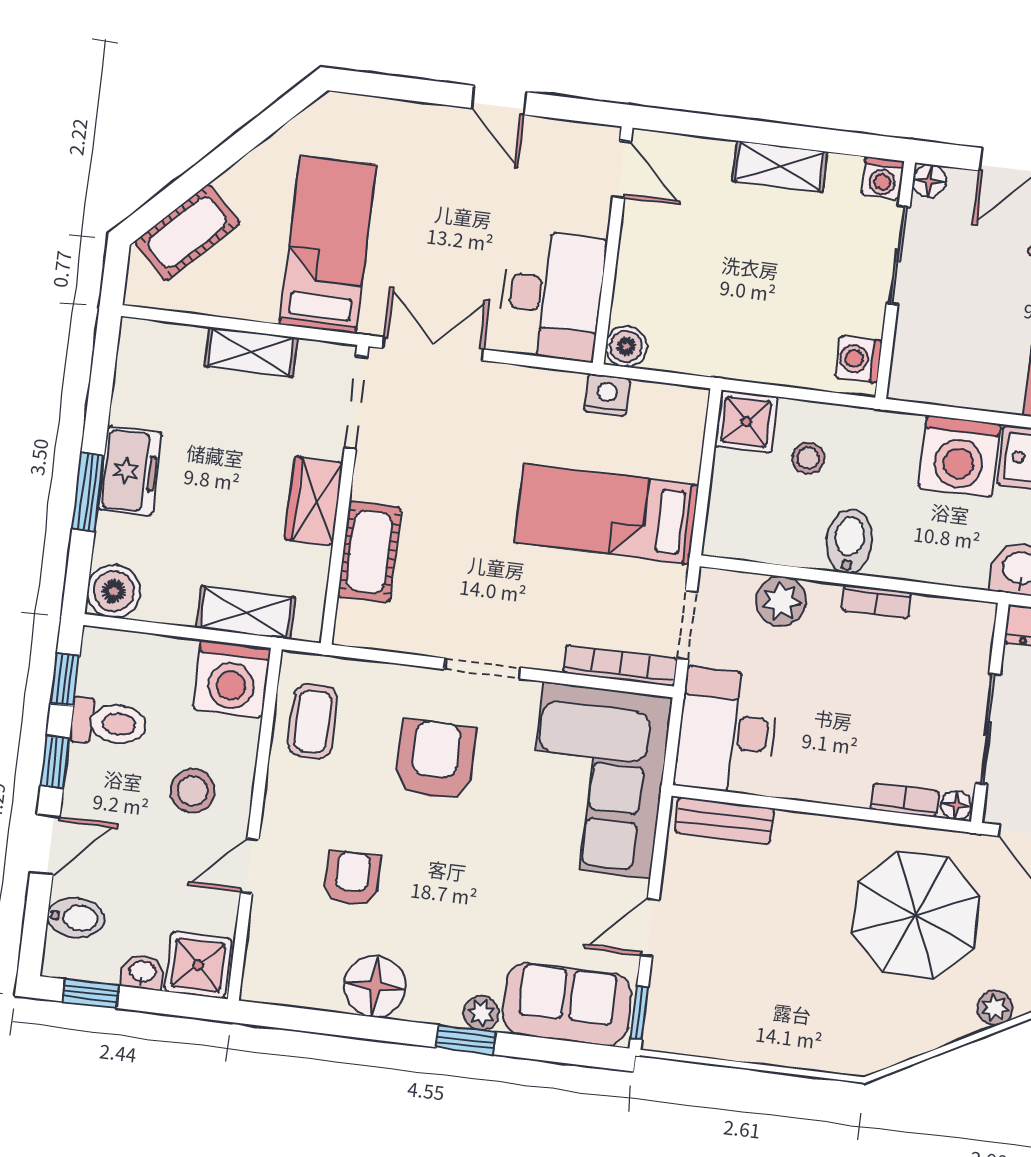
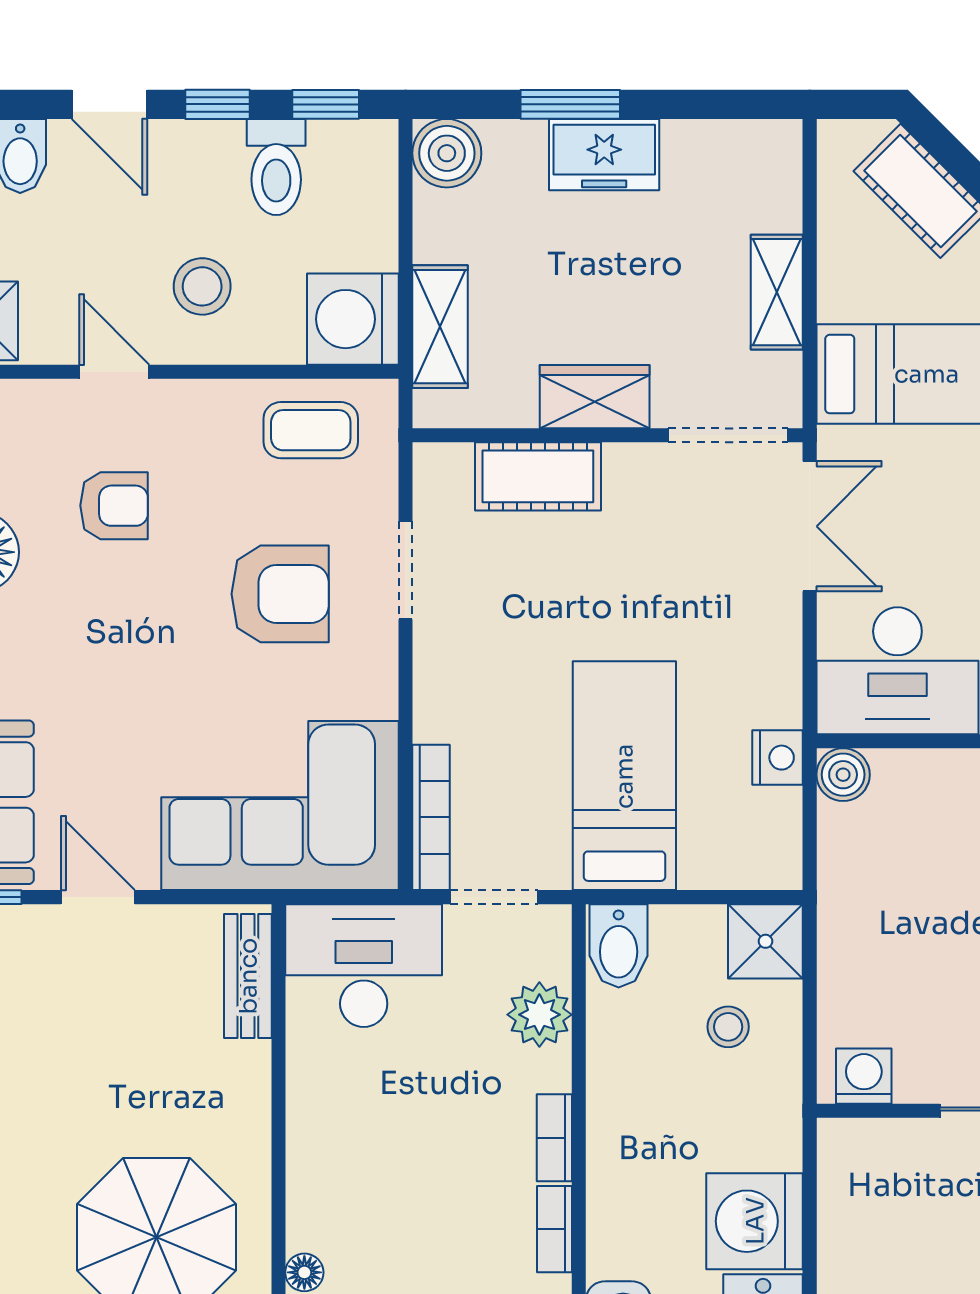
bidet: (849, 541) -> (619, 946), moved, turned 90
doorway: (483, 669) -> (405, 570), moved
bookcase: (905, 800) -> (554, 1229), moved, turned 180

